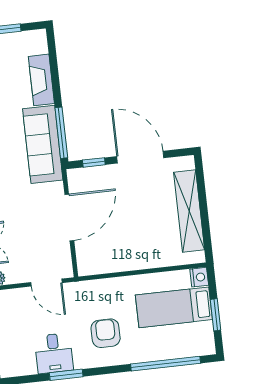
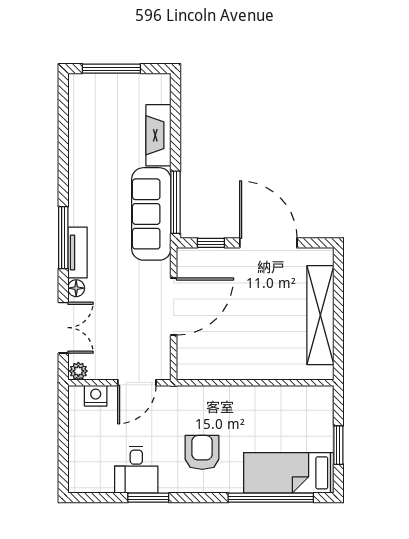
nightstand: (199, 277) -> (96, 396), moved, turned -90
door: (46, 283) -> (137, 383), hinge flipped
bed: (174, 307) -> (289, 473), moved

